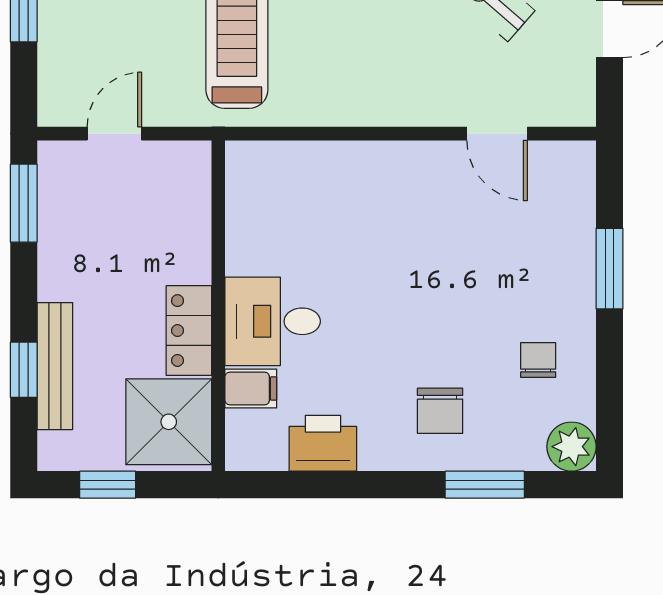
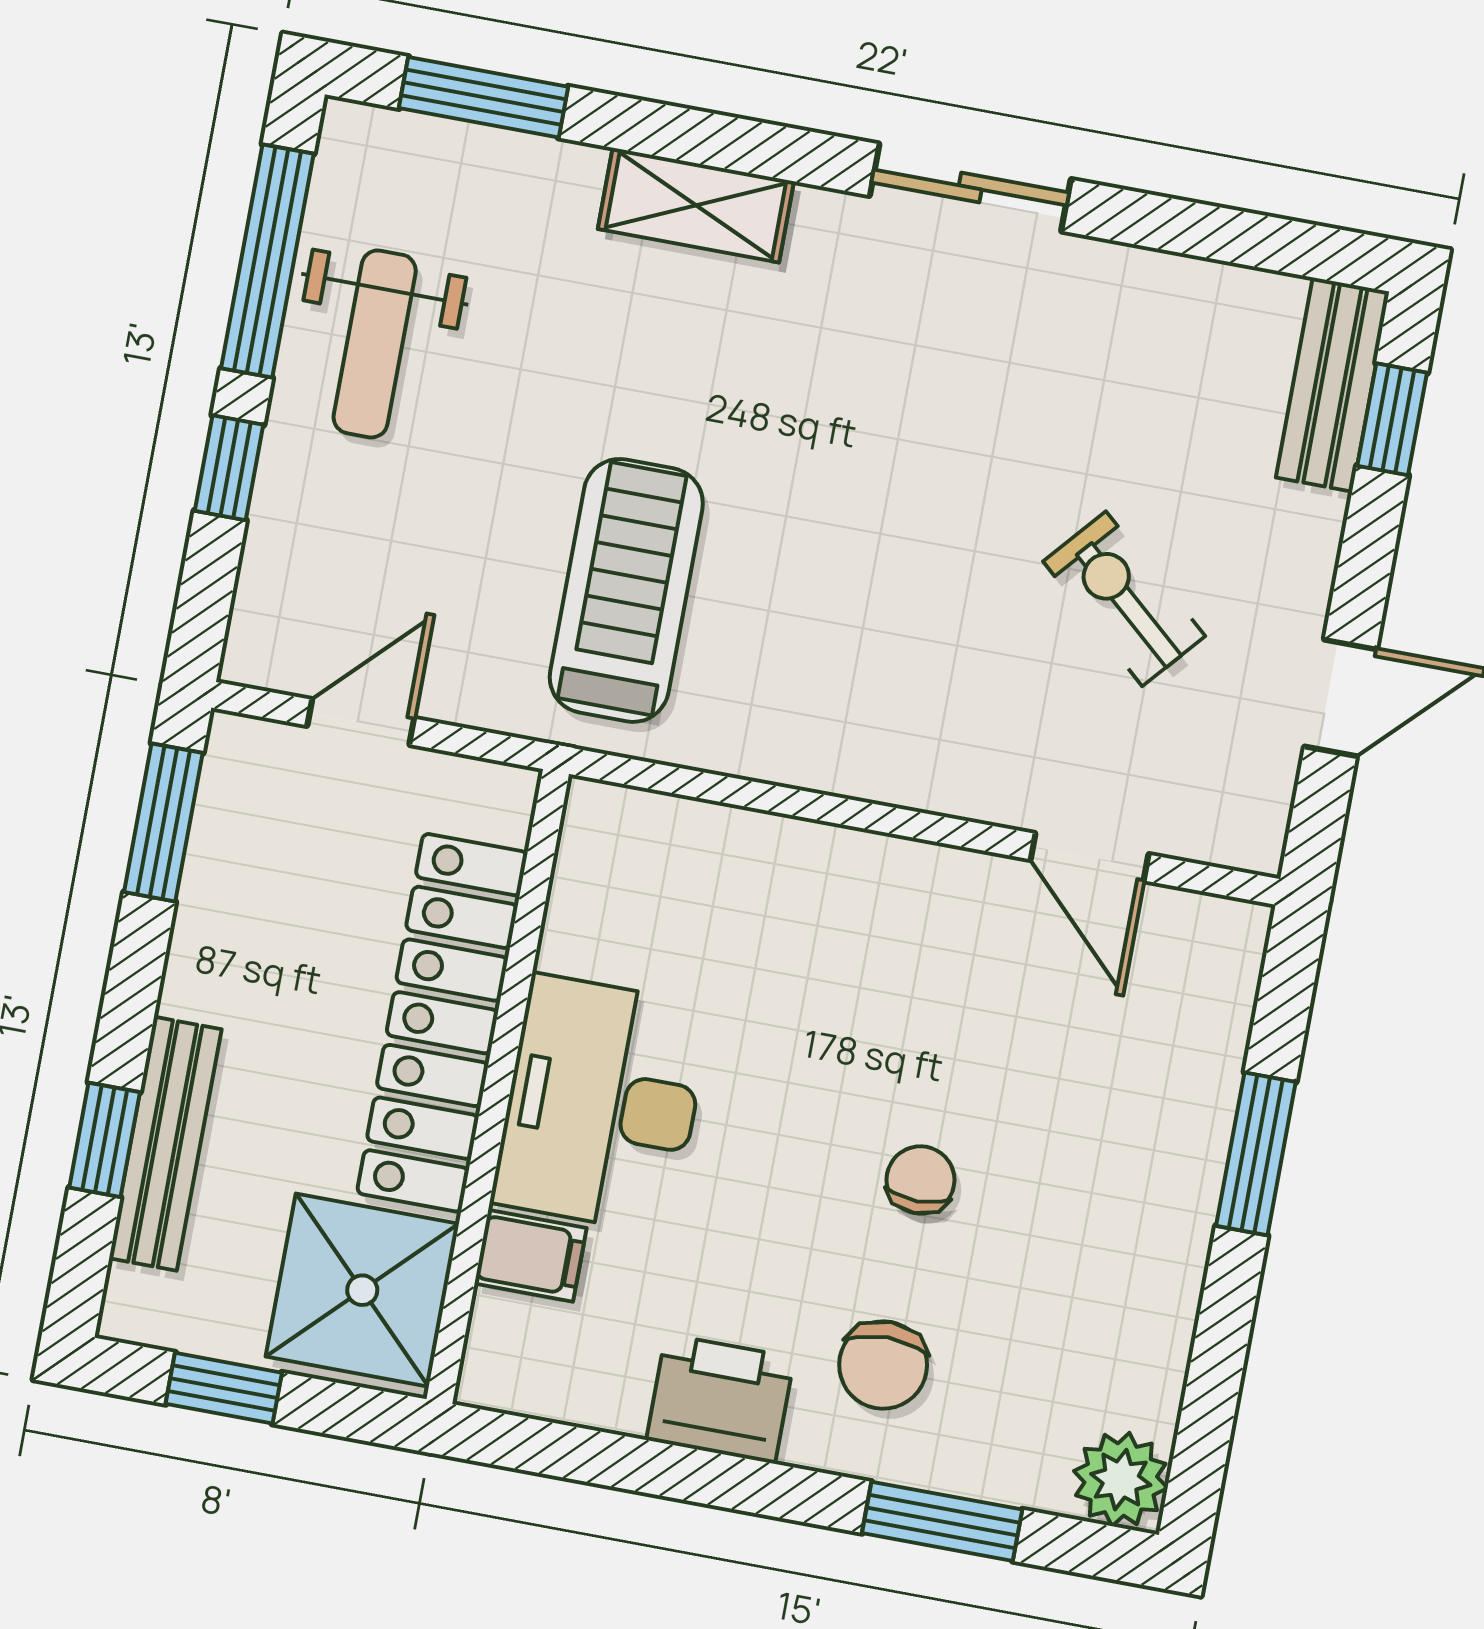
desk: (273, 321) -> (602, 1104), width x1.37
locker: (189, 331) -> (442, 1023), width x2.16, depth x1.21
chair: (538, 360) -> (920, 1180), moved
printer: (323, 443) -> (720, 1399), moved

